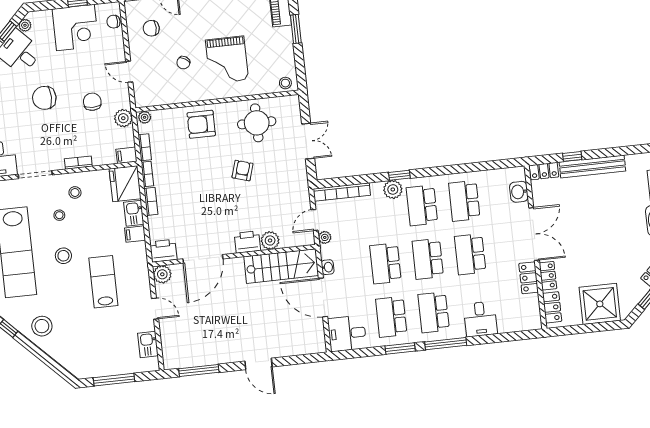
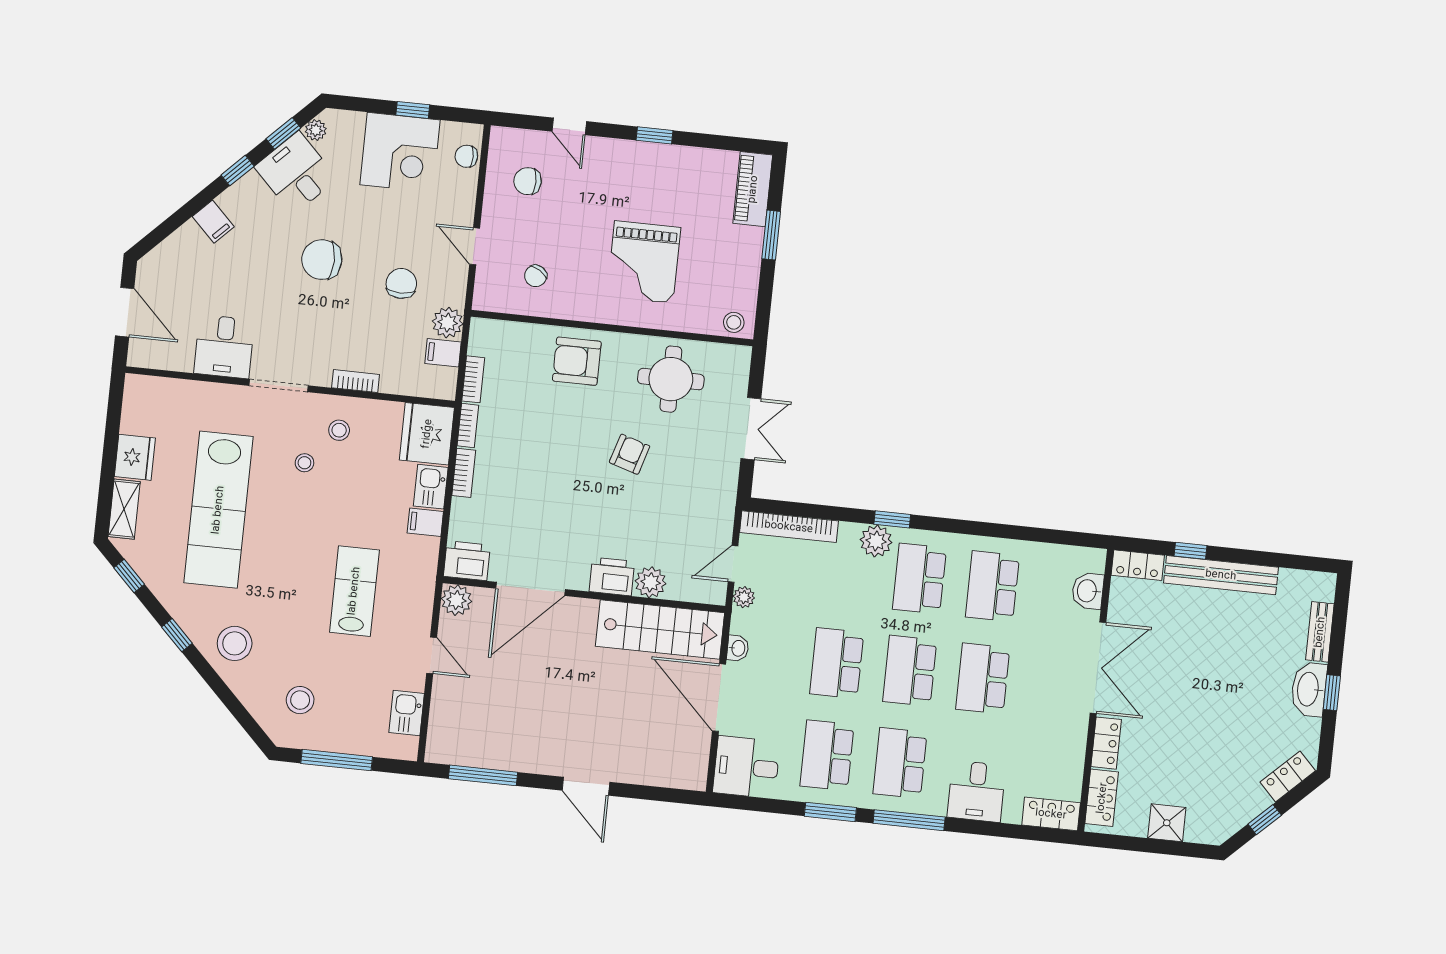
chair: (183, 63) -> (536, 276), moved
plant: (145, 117) -> (484, 329), removed
filing cabinet: (126, 155) -> (443, 353), moved
stool: (63, 256) -> (300, 700), moved
locker: (529, 278) -> (1051, 814), moved, turned 90
shower: (600, 304) -> (1167, 823), width x0.54, depth x0.54

